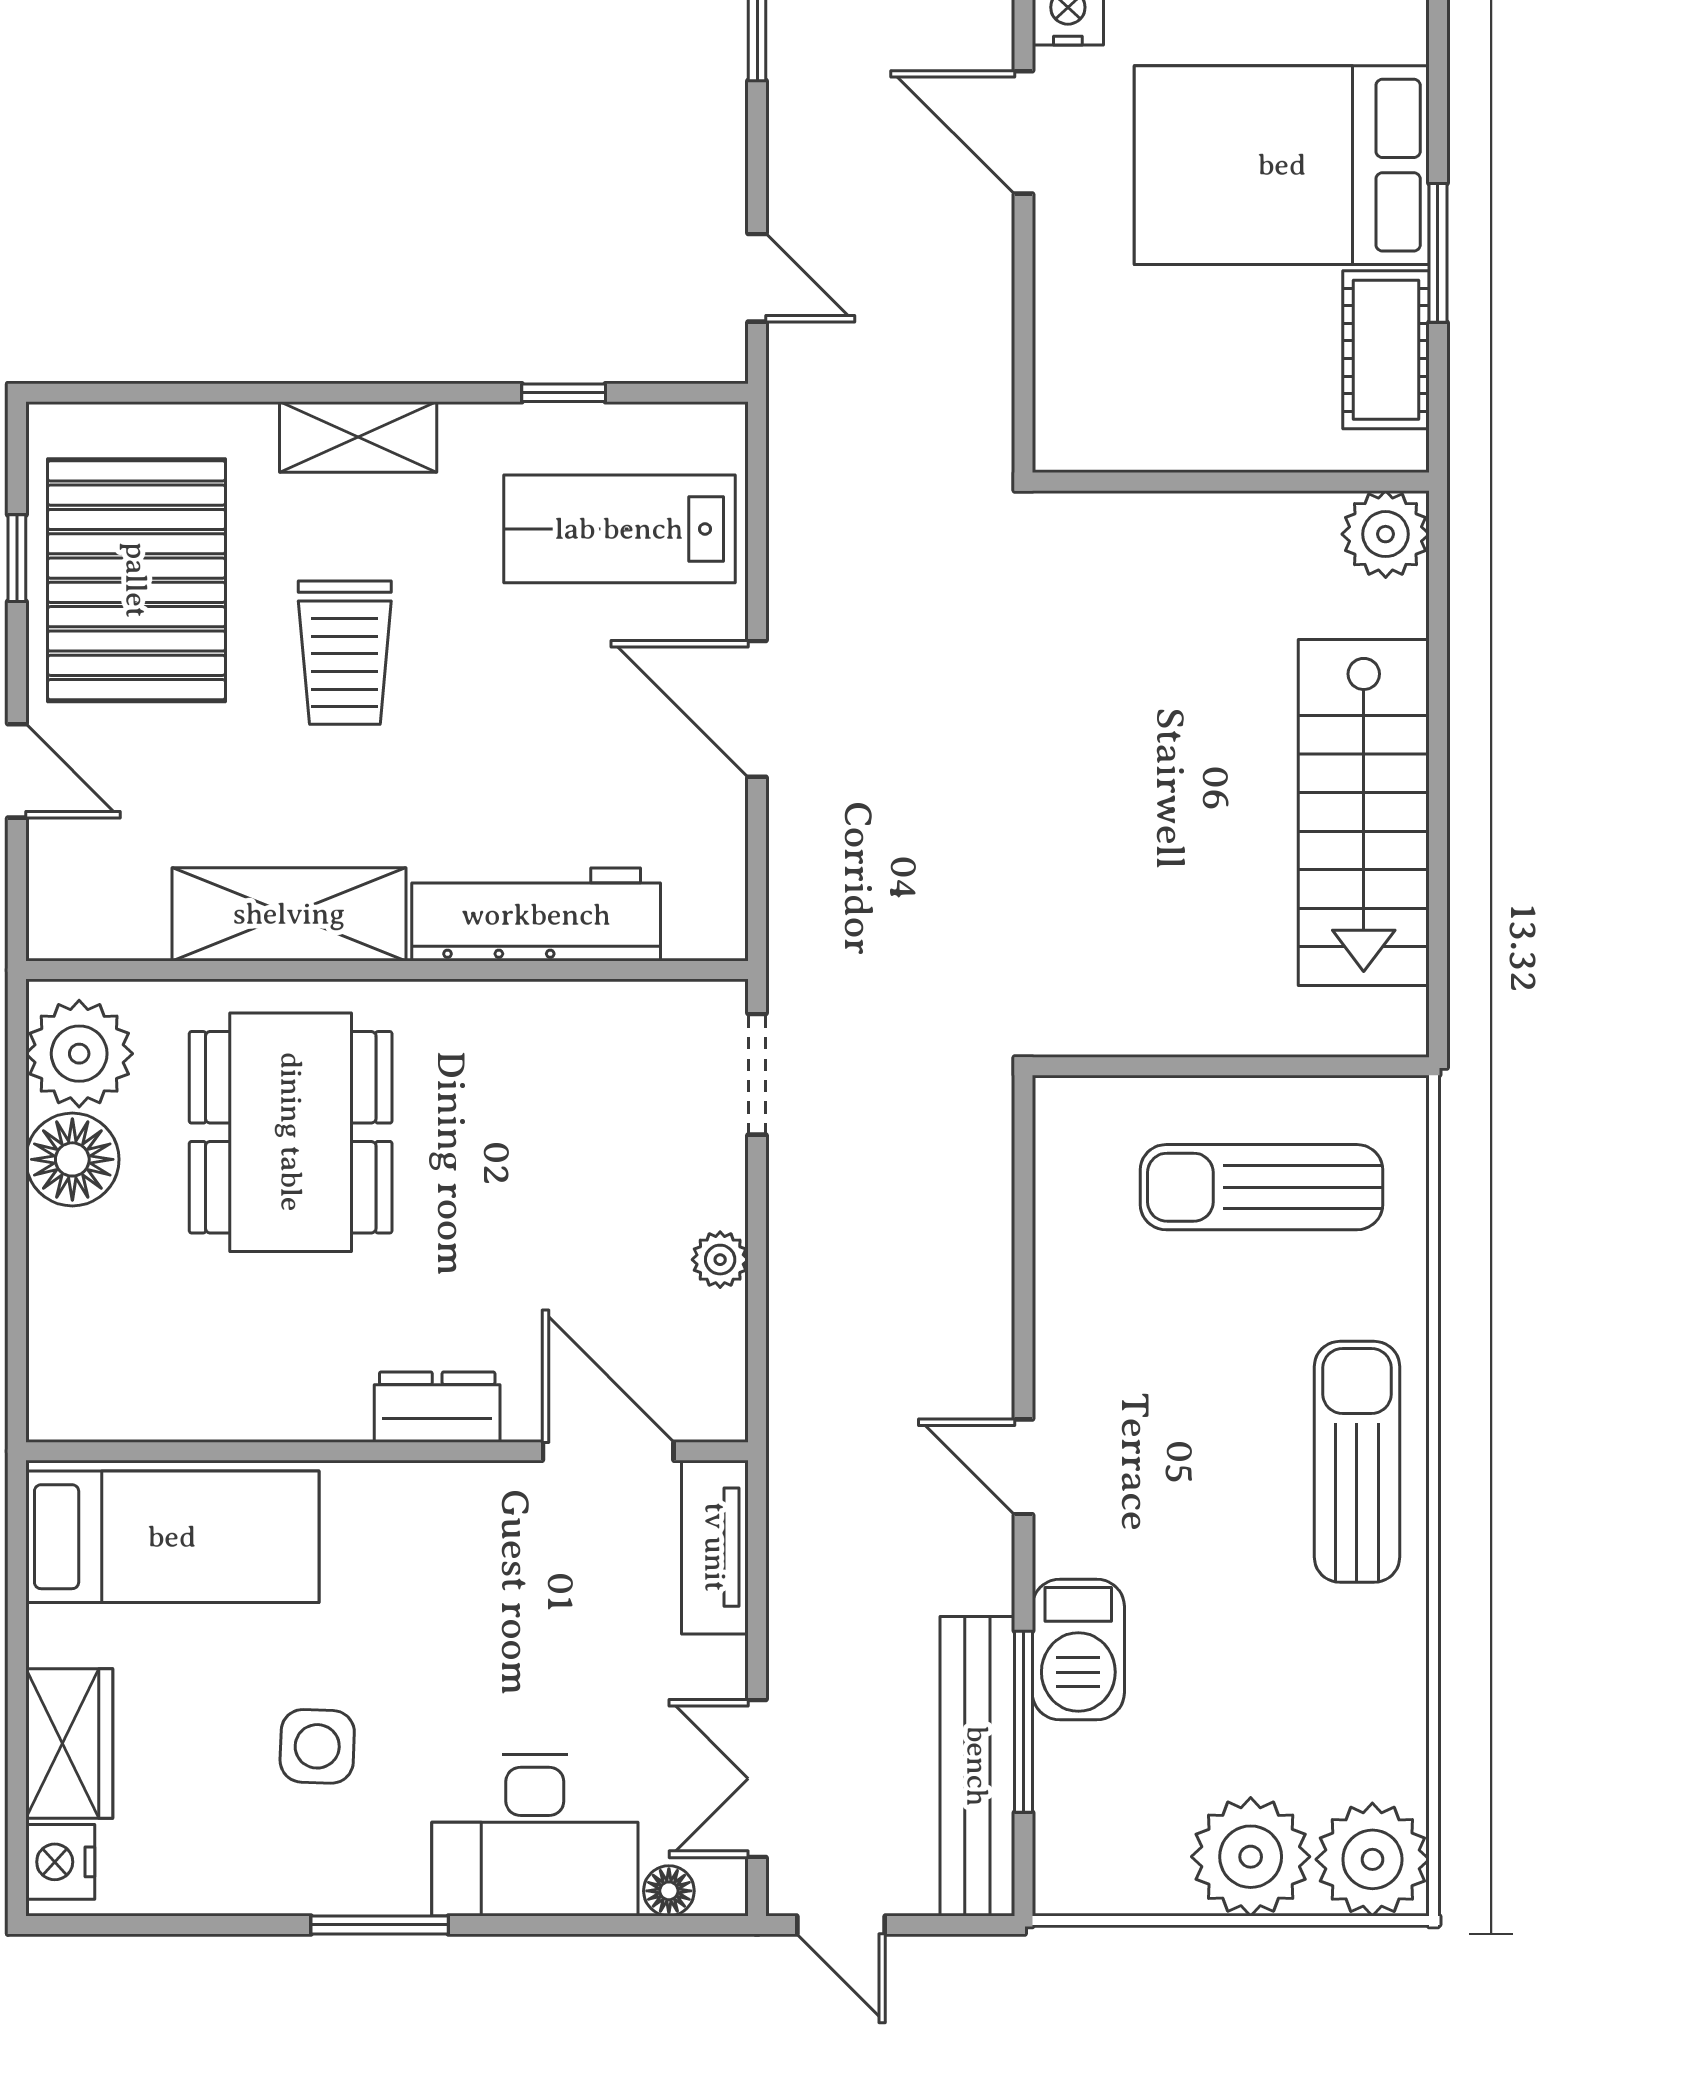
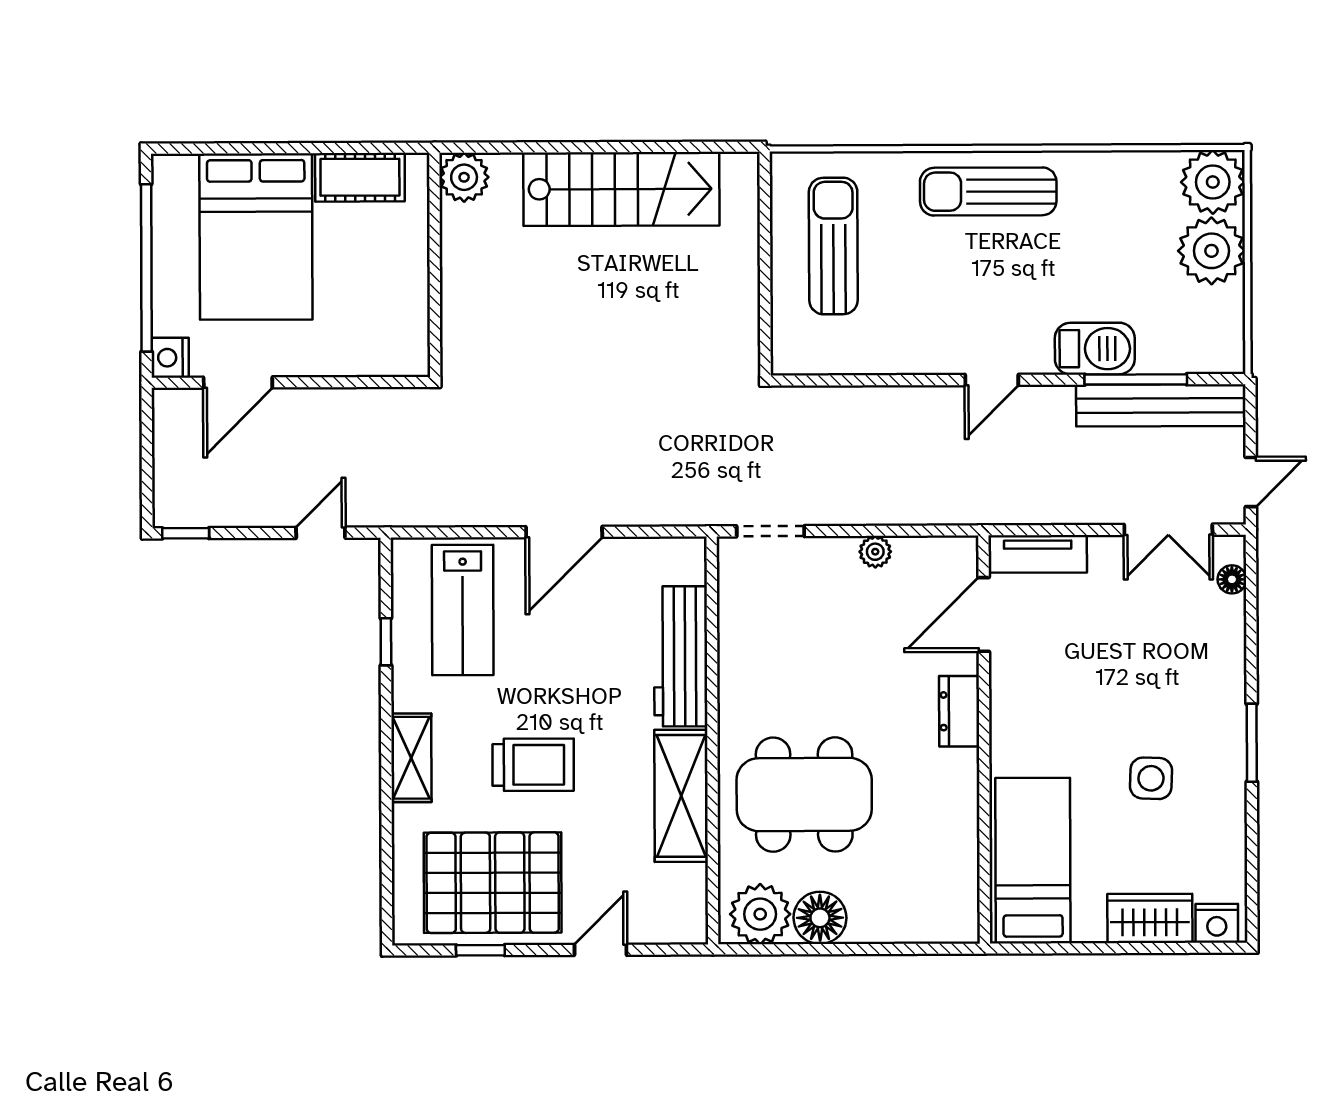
window: (1438, 253) -> (305, 148), removed
sun lounger: (1262, 1187) -> (833, 246), turned 180
desk: (535, 1835) -> (1201, 655), removed

